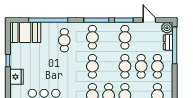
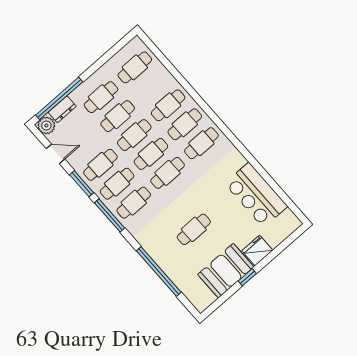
door: (149, 20) -> (55, 154), swing flipped
booth: (25, 32) -> (226, 271), moved, turned 90
cafe table: (109, 37) -> (117, 184), added
cafe table: (64, 40) -> (194, 229), moved
cafe table: (109, 66) -> (151, 154), added

